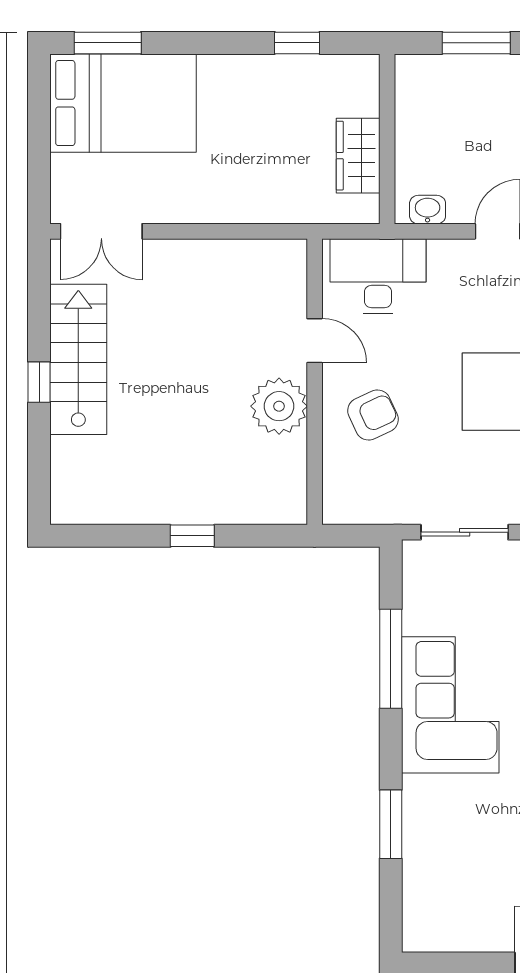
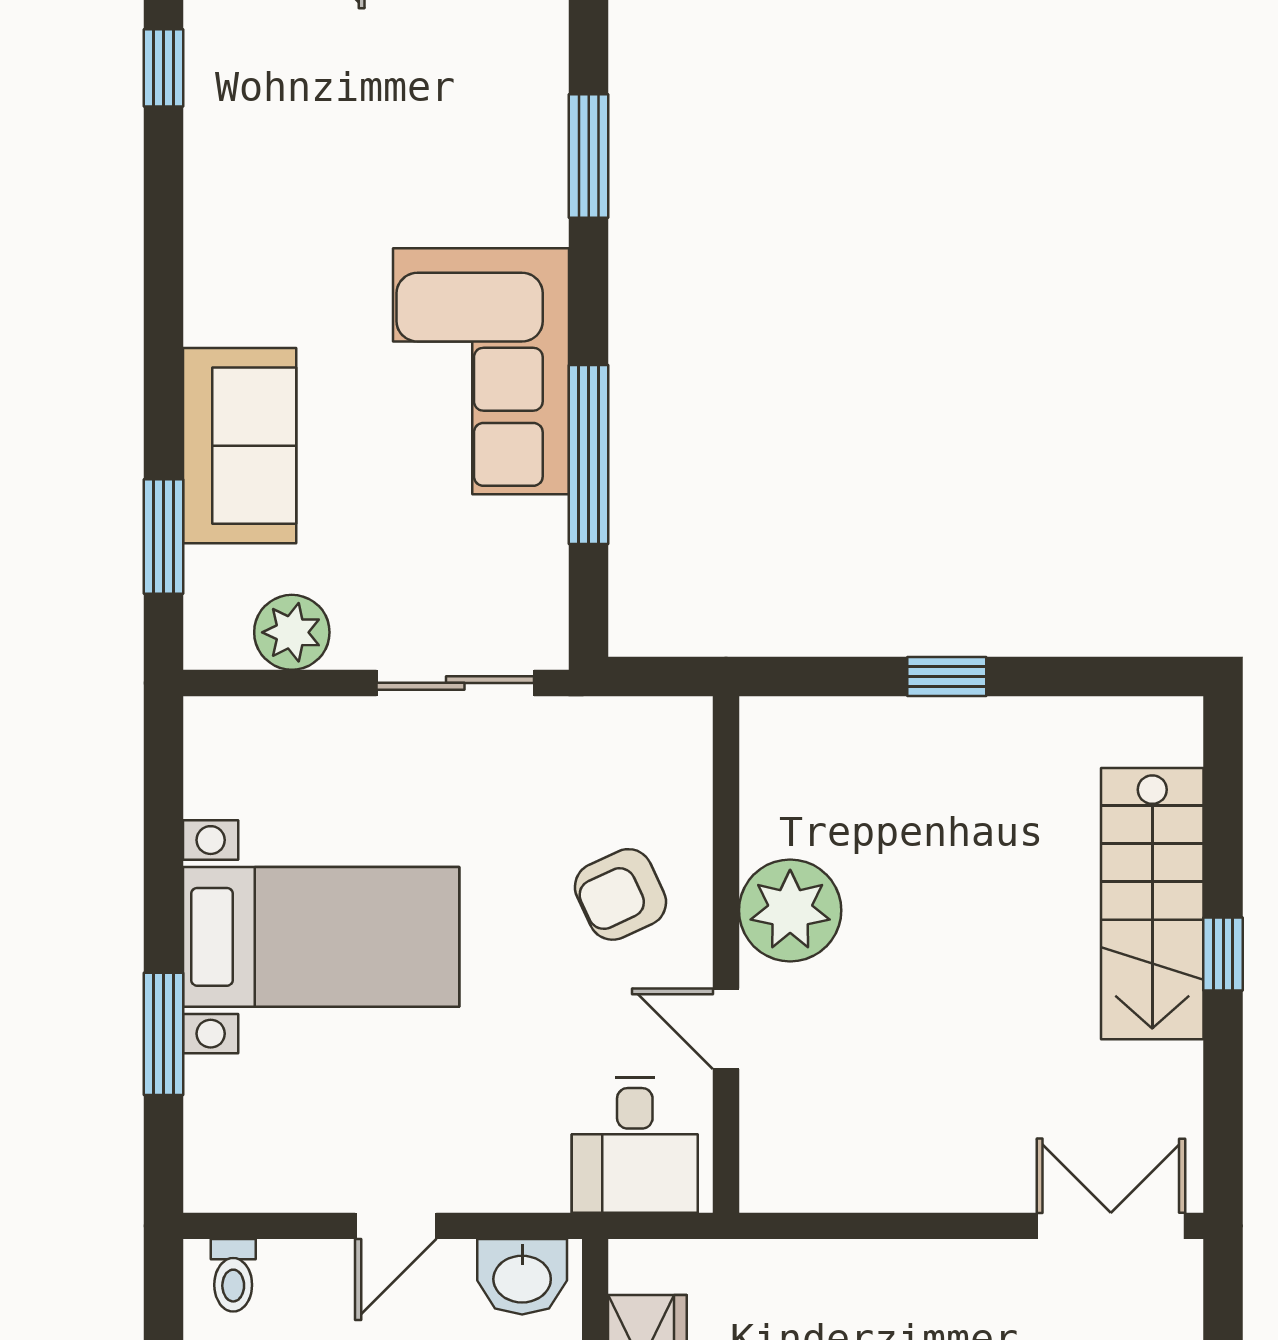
washbasin: (428, 210) -> (522, 1277), width x1.38, depth x1.45
desk: (378, 276) -> (635, 1145), width x0.73
stairs: (78, 359) -> (1152, 904), moved

